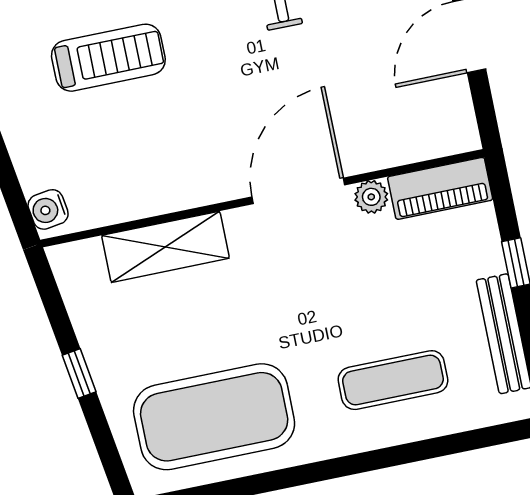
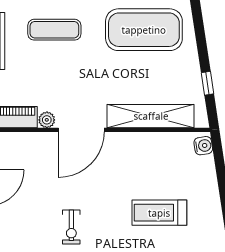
shelving: (165, 247) -> (151, 116), width x1.47
window: (79, 373) -> (207, 83), moved

